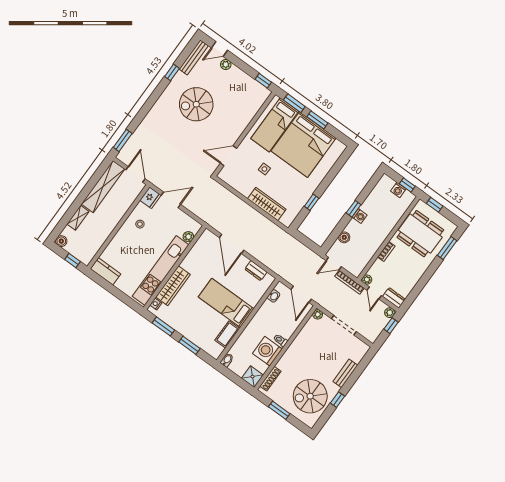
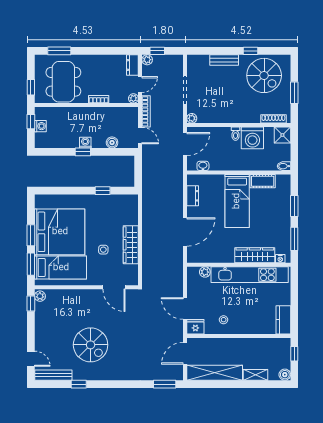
plant: (226, 64) -> (40, 296), moved
wardrobe: (267, 204) -> (131, 245), moved

